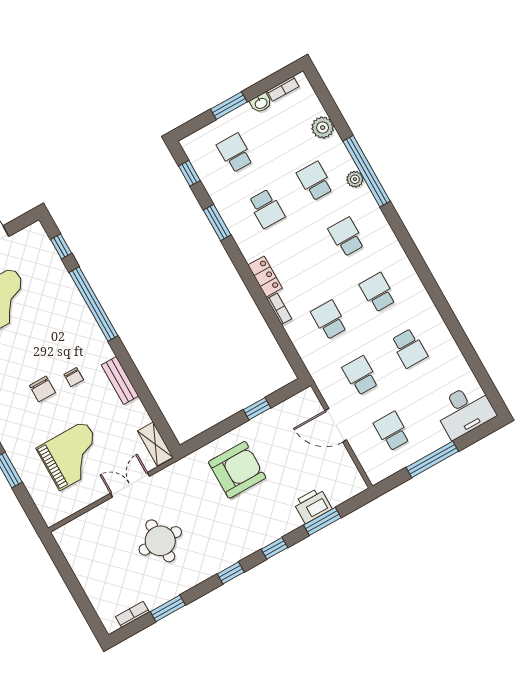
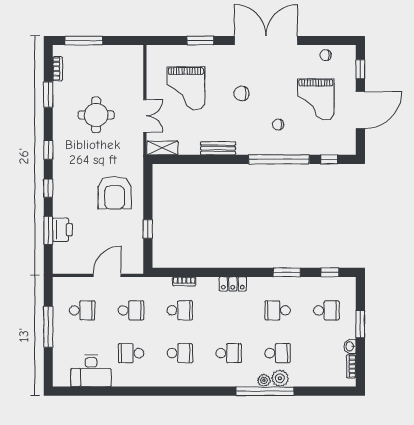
plant: (323, 128) -> (280, 378), moved
bookcase: (279, 309) -> (184, 281), moved
chair: (74, 377) -> (278, 125), moved
desk: (465, 411) -> (91, 371), moved, turned -90
window: (83, 603) -> (84, 40), added

